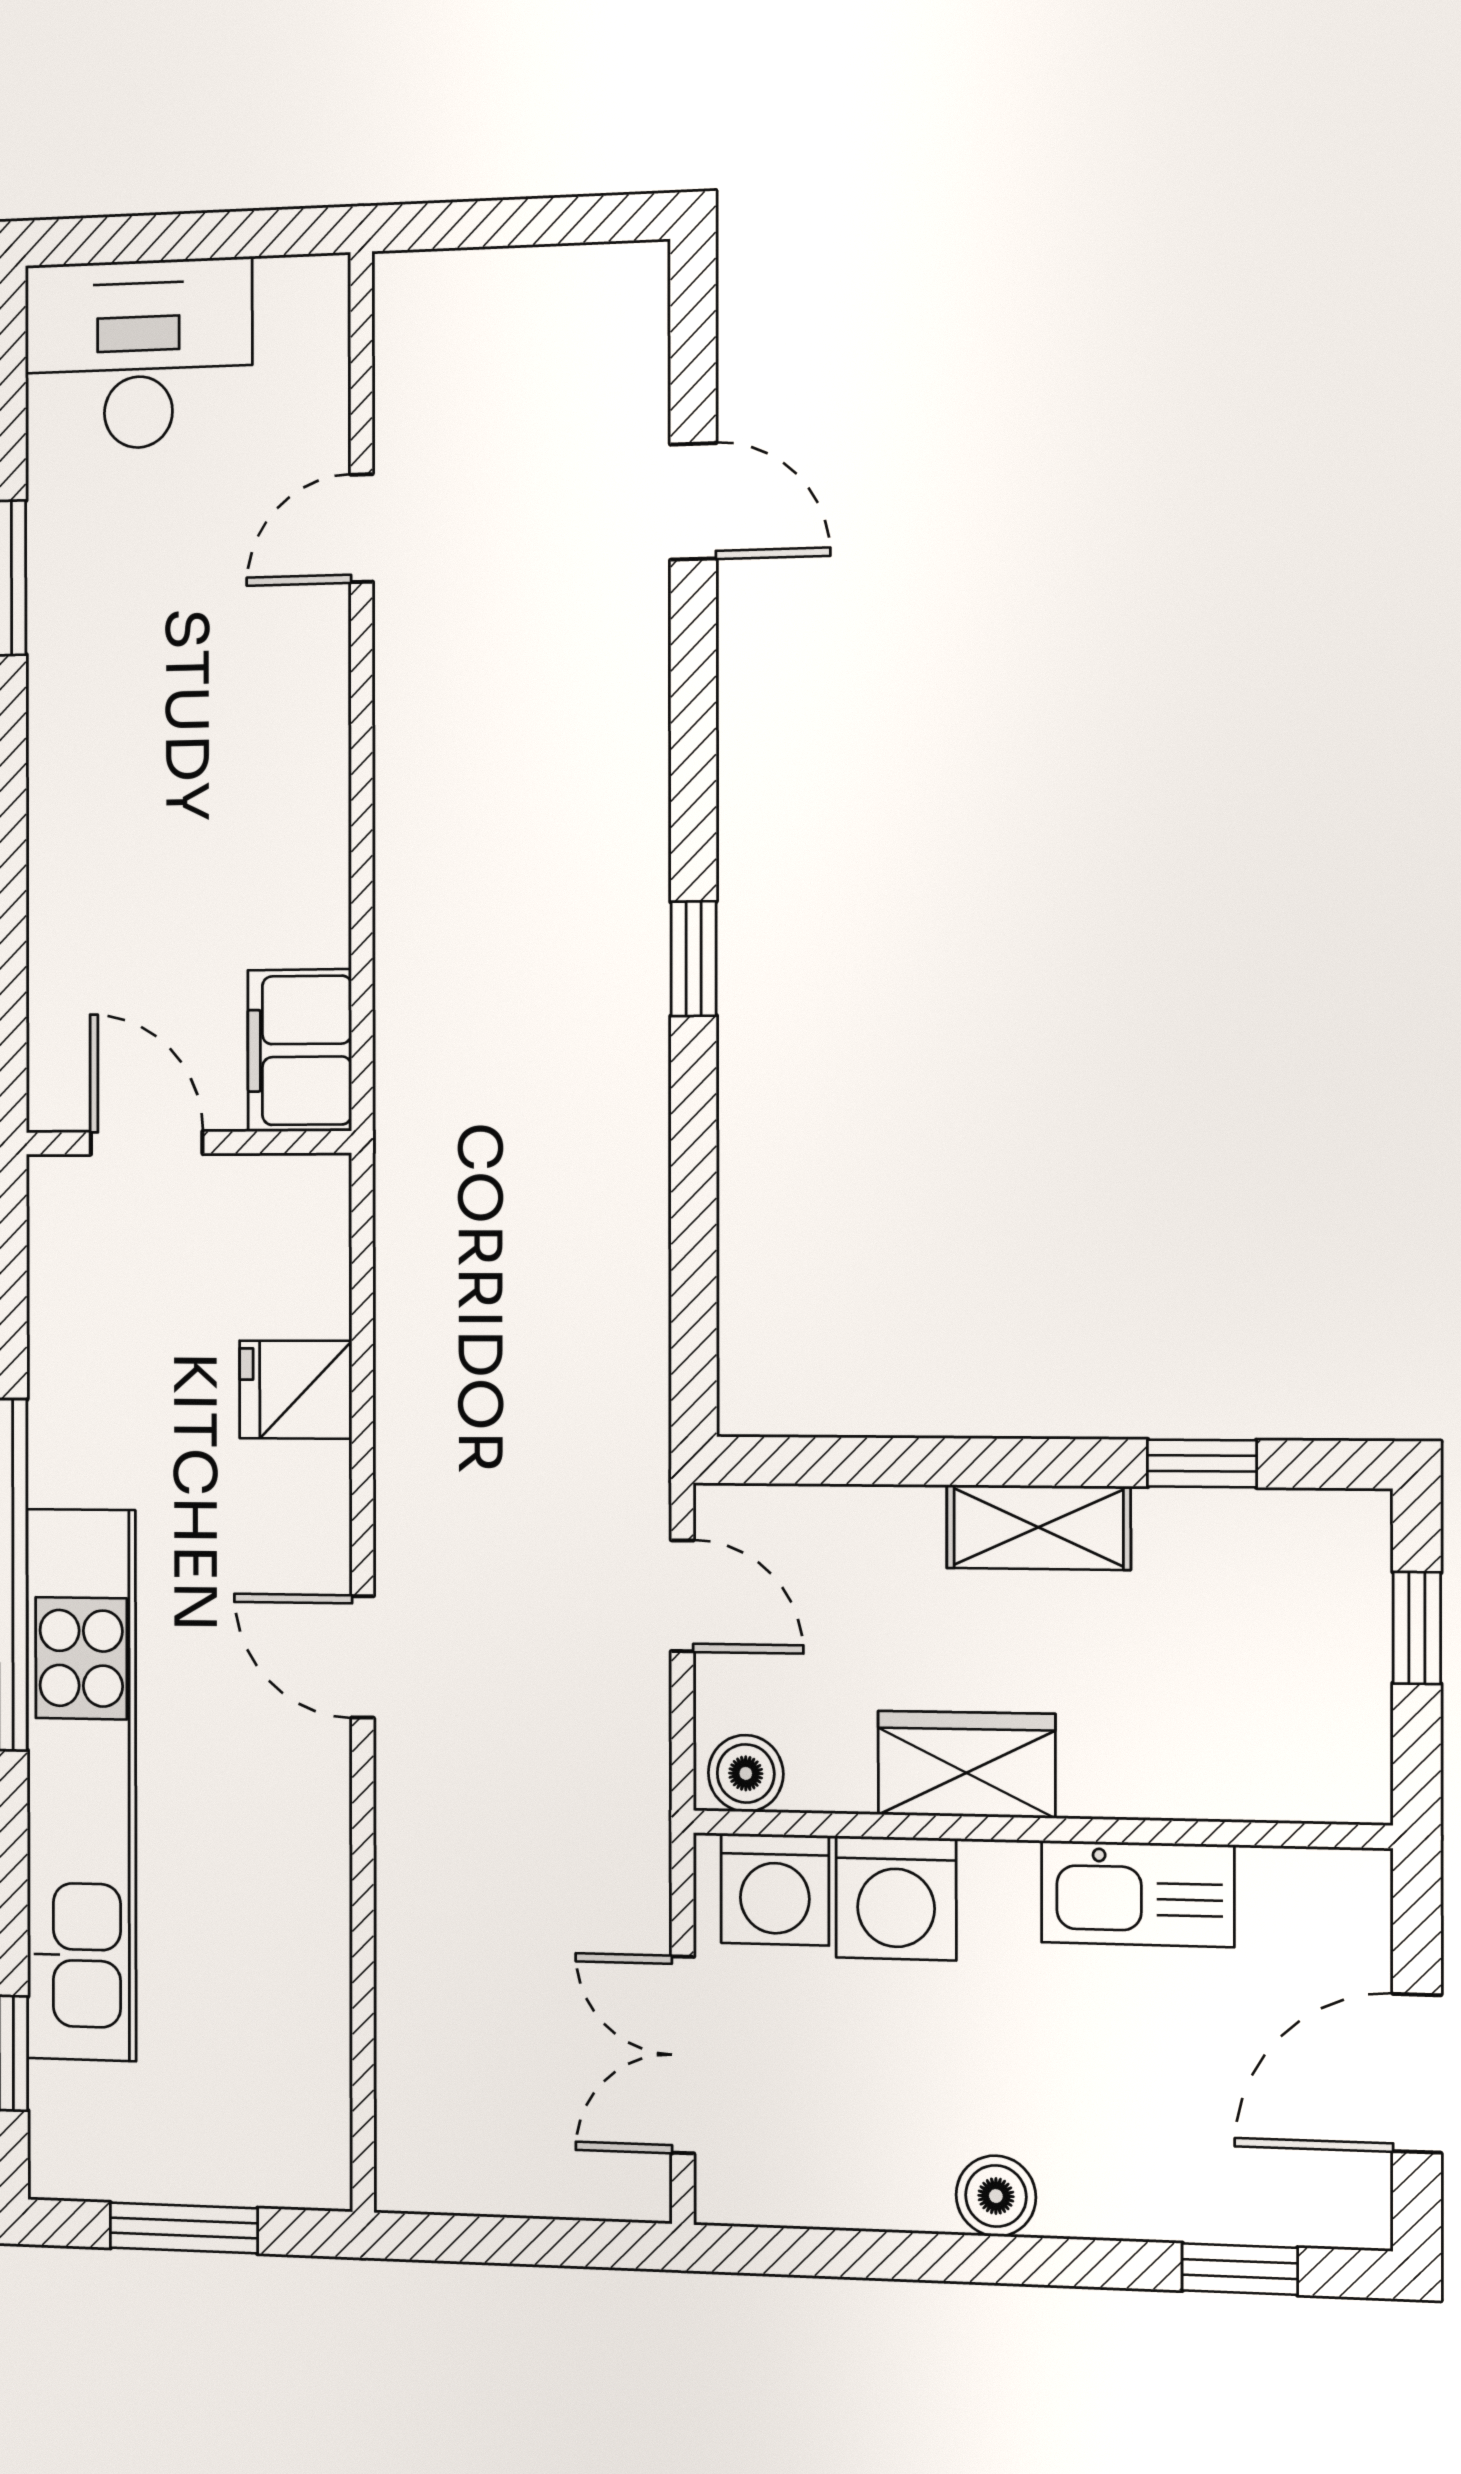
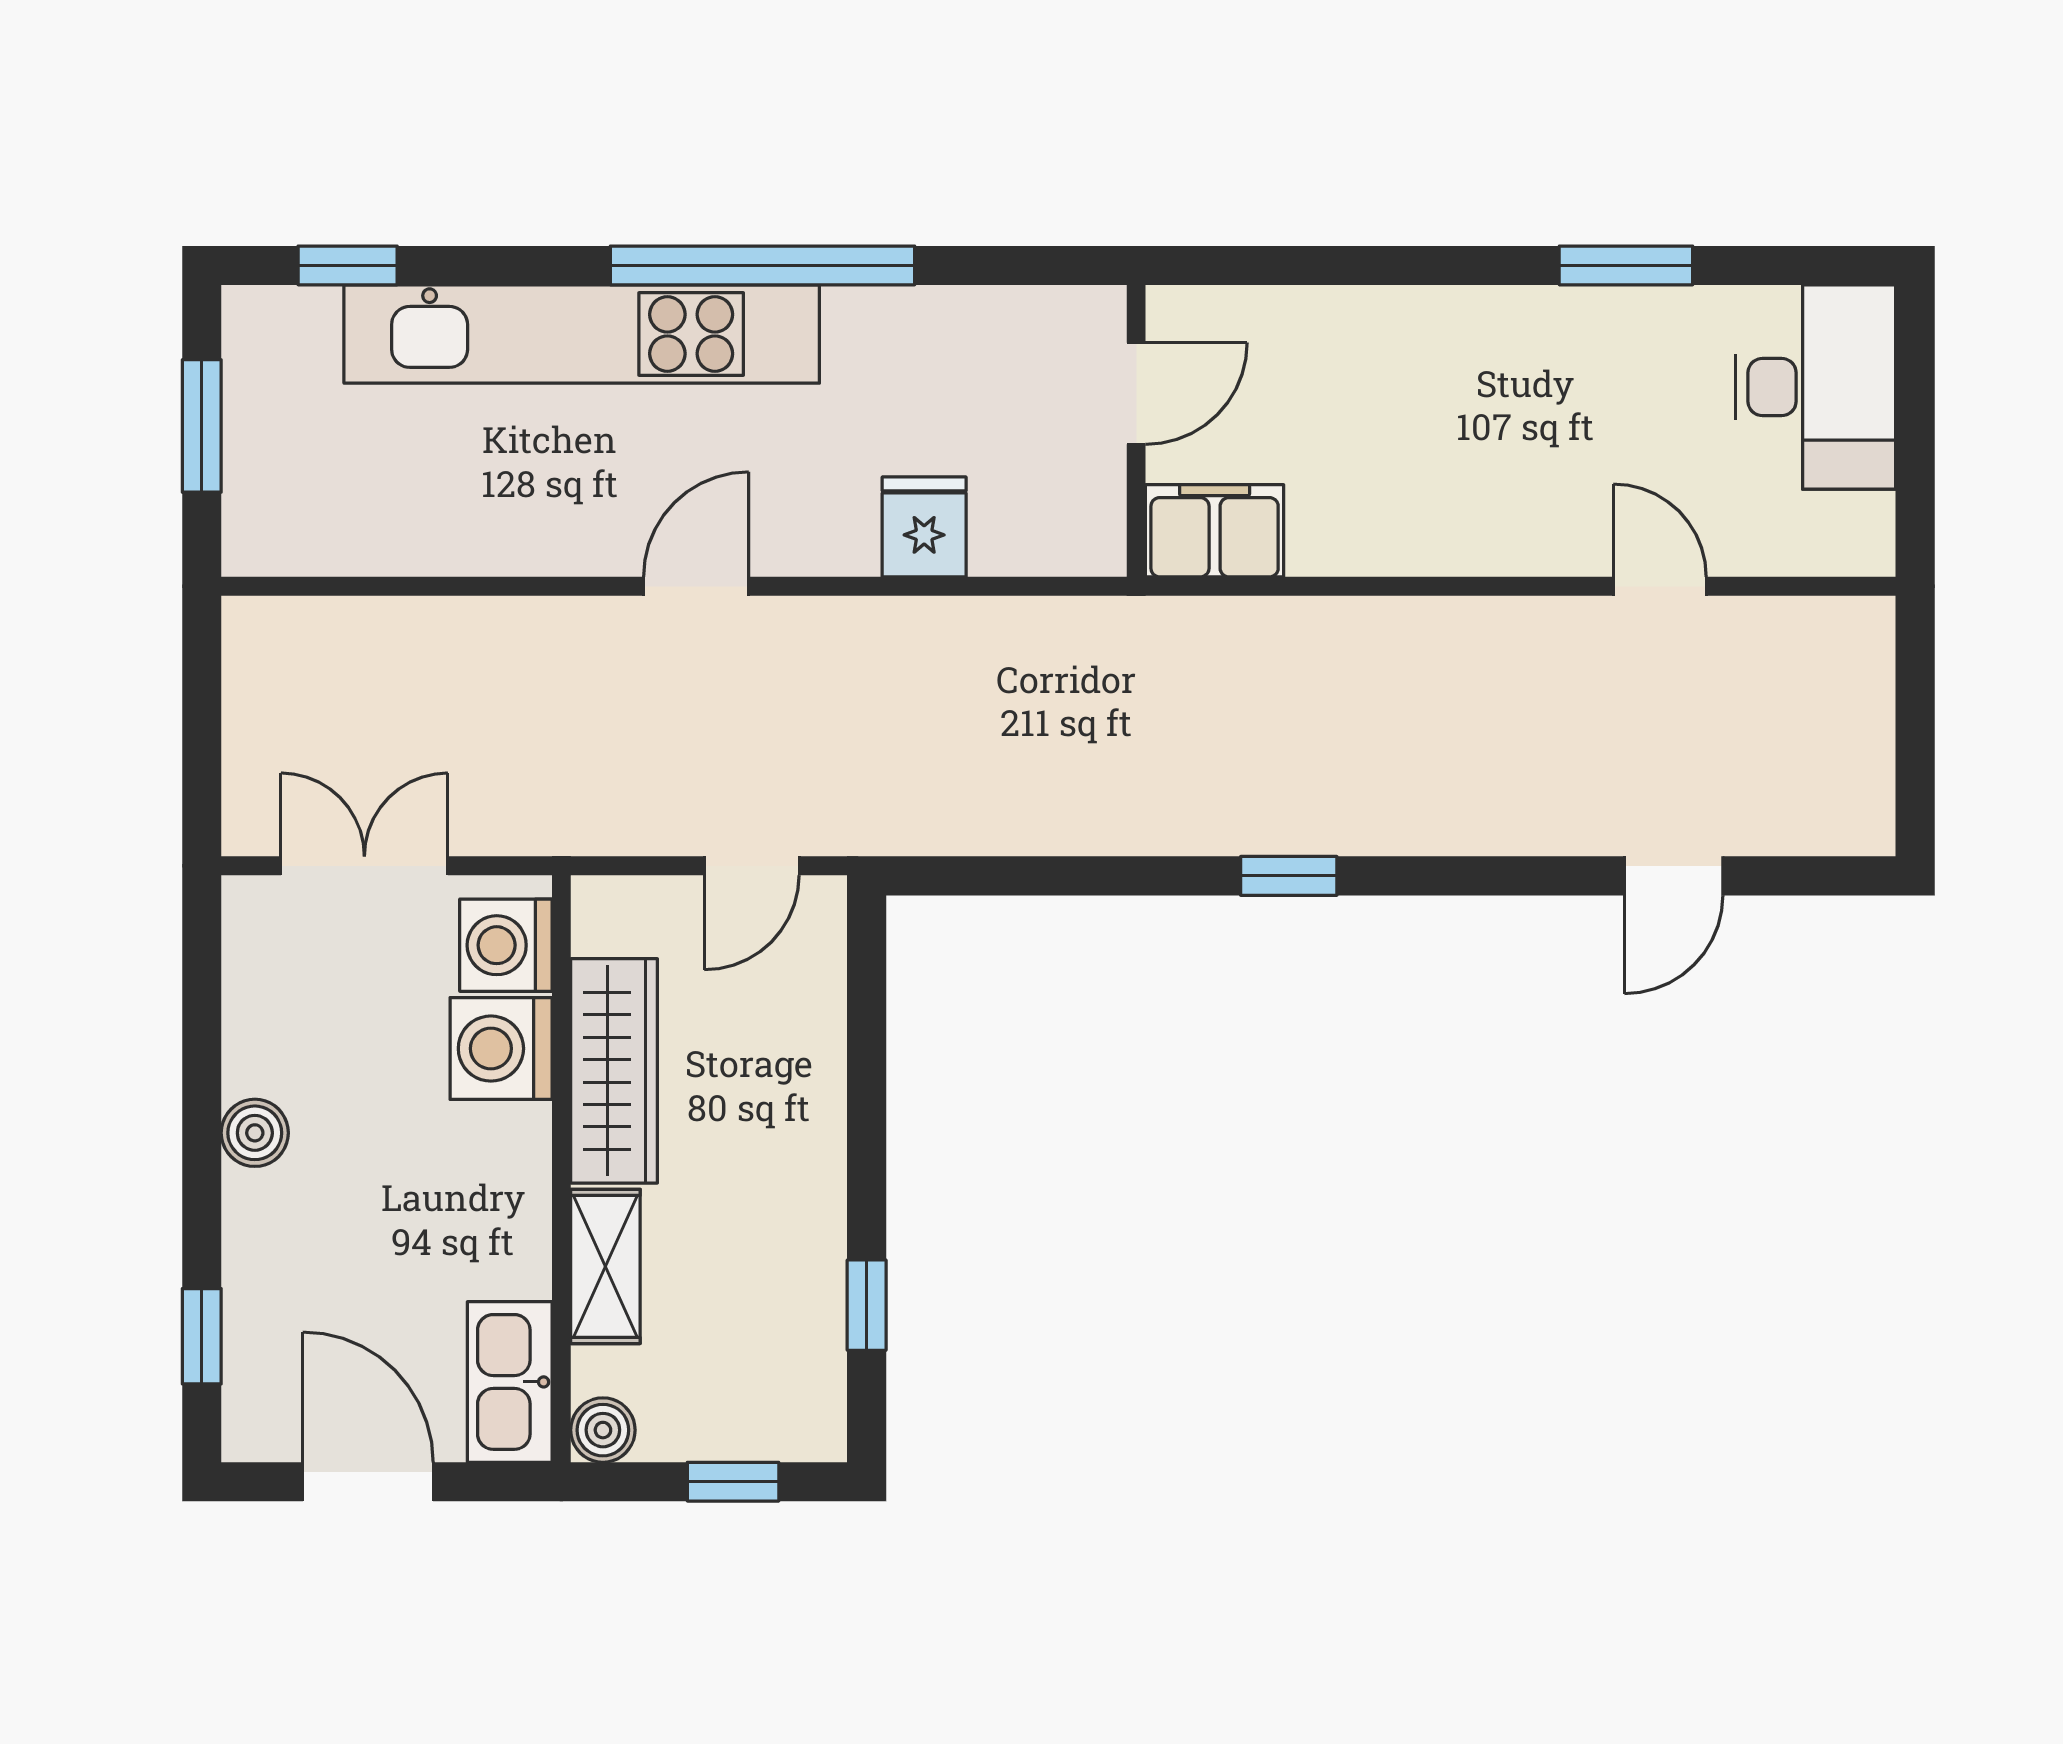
shelving: (1038, 1527) -> (605, 1266), moved
wardrobe: (967, 1764) -> (614, 1071), width x1.50
boiler: (746, 1773) -> (603, 1430), moved
kitchen sink: (1138, 1894) -> (510, 1382), moved

